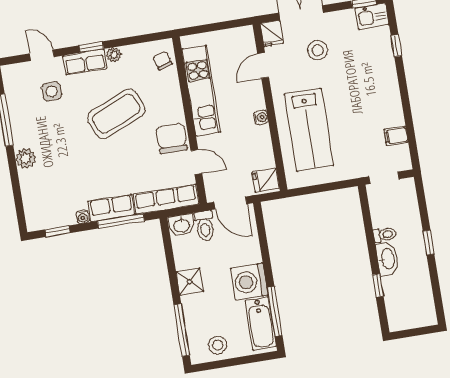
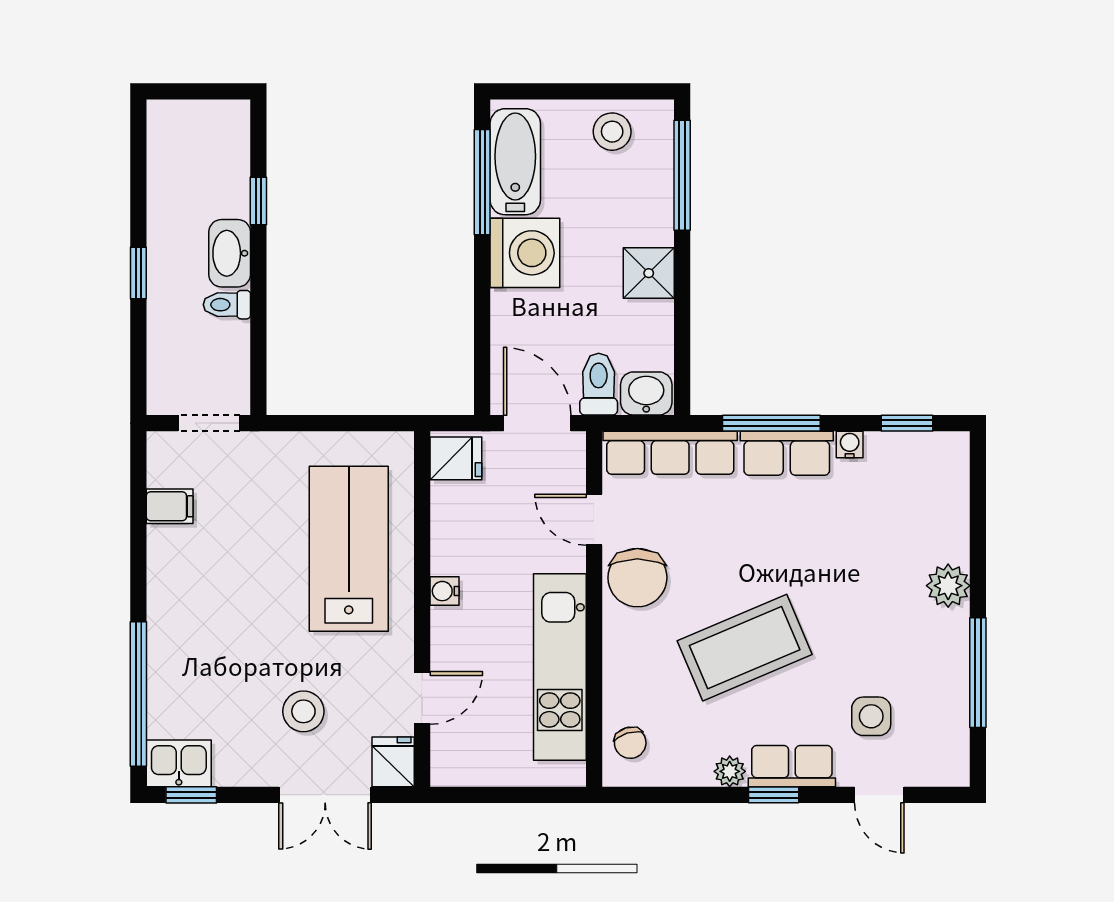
window: (396, 46) -> (138, 694), width x3.17

